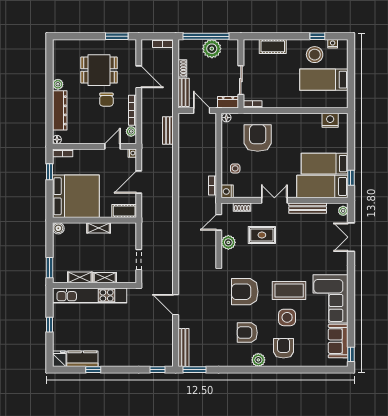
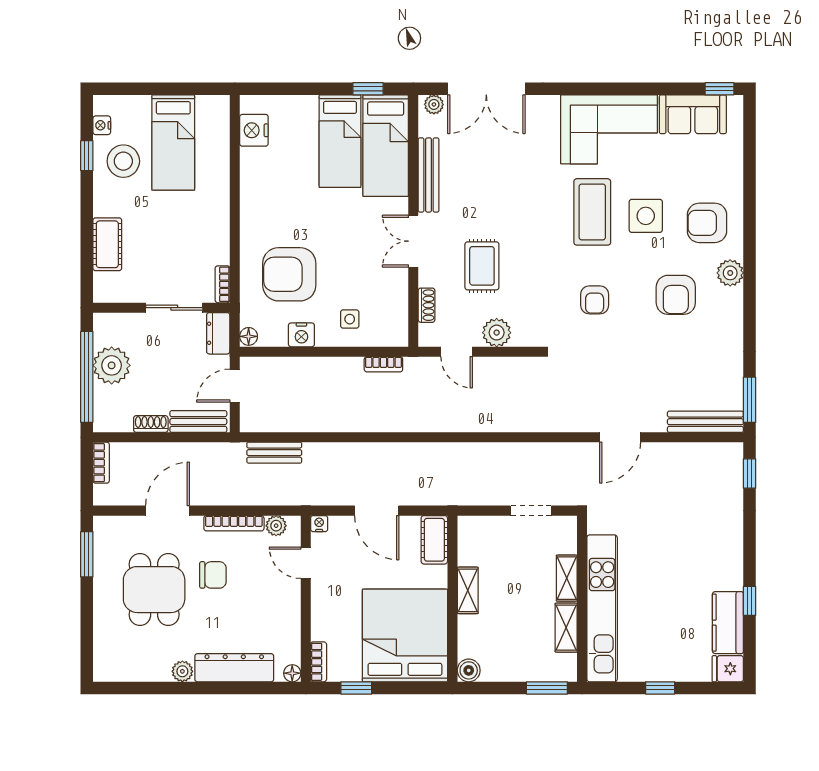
nightstand: (227, 191) -> (301, 335), moved
double door: (351, 237) -> (486, 89), width x1.37
armchair: (245, 292) -> (595, 300), width x0.53, depth x0.53

